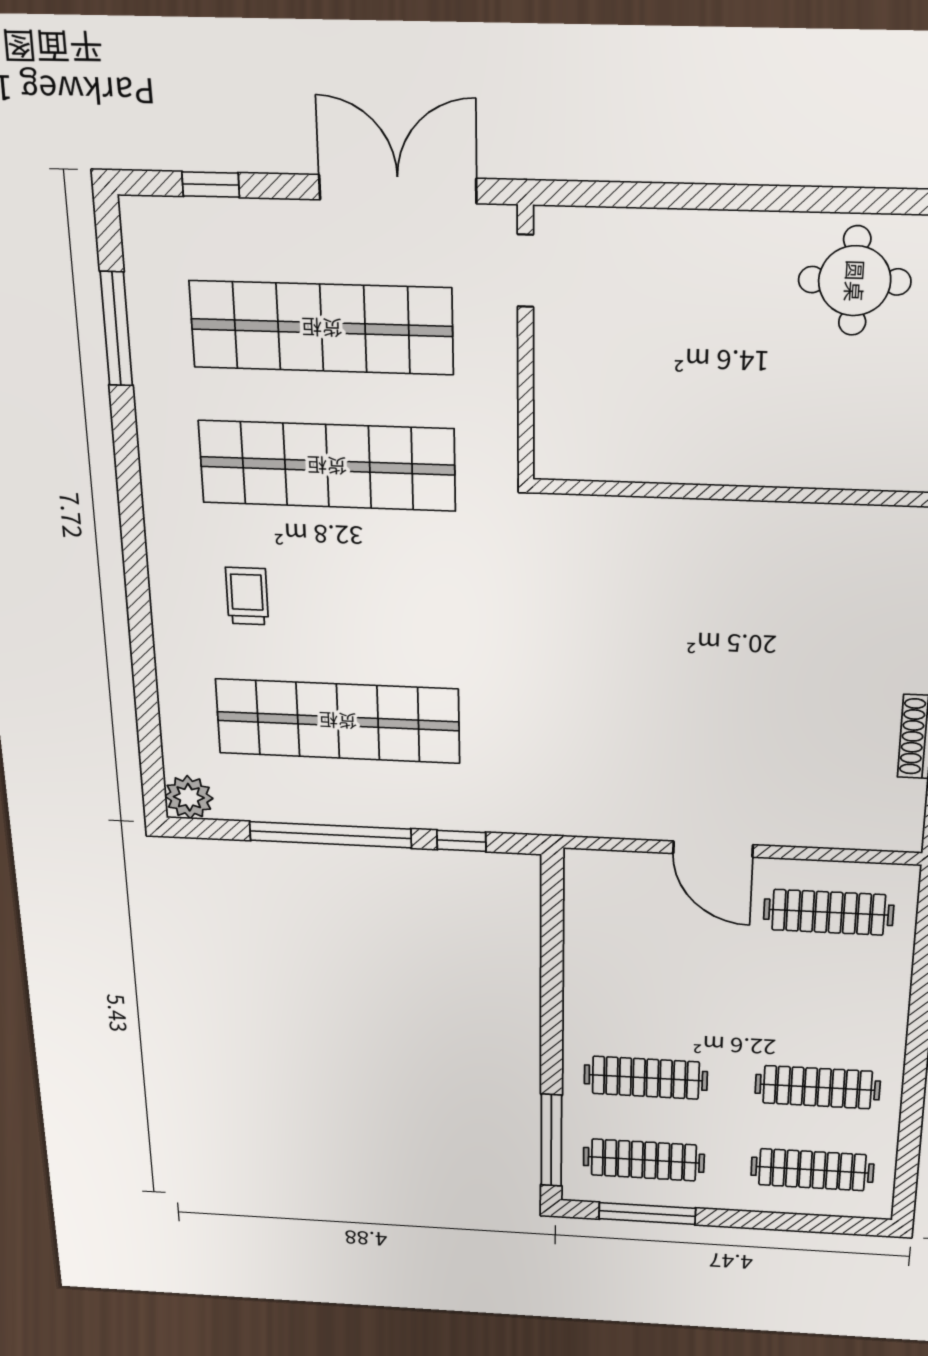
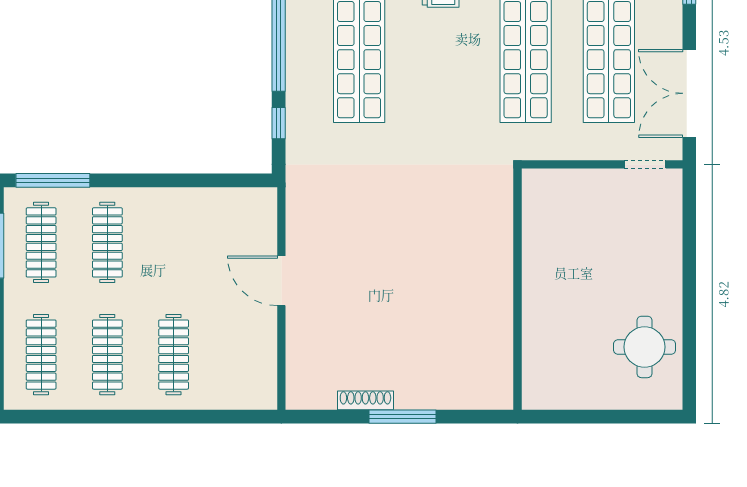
double door: (398, 189) -> (689, 93), swing flipped
door: (713, 849) -> (281, 281), hinge flipped
clothes rail: (829, 912) -> (174, 355), moved

